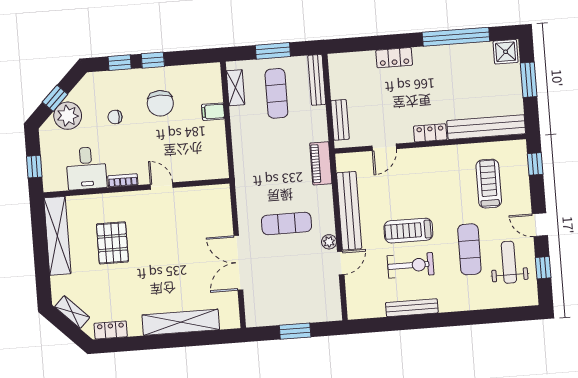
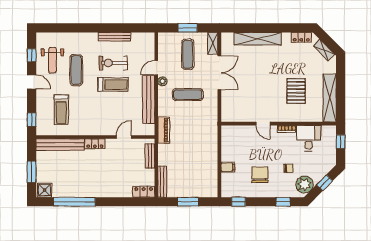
locker: (394, 58) -> (144, 192), moved
window: (153, 60) -> (239, 202), moved
shelving: (236, 88) -> (213, 43), moved
exercise mat: (276, 93) -> (188, 54), moved
plant: (68, 116) -> (305, 185), moved

